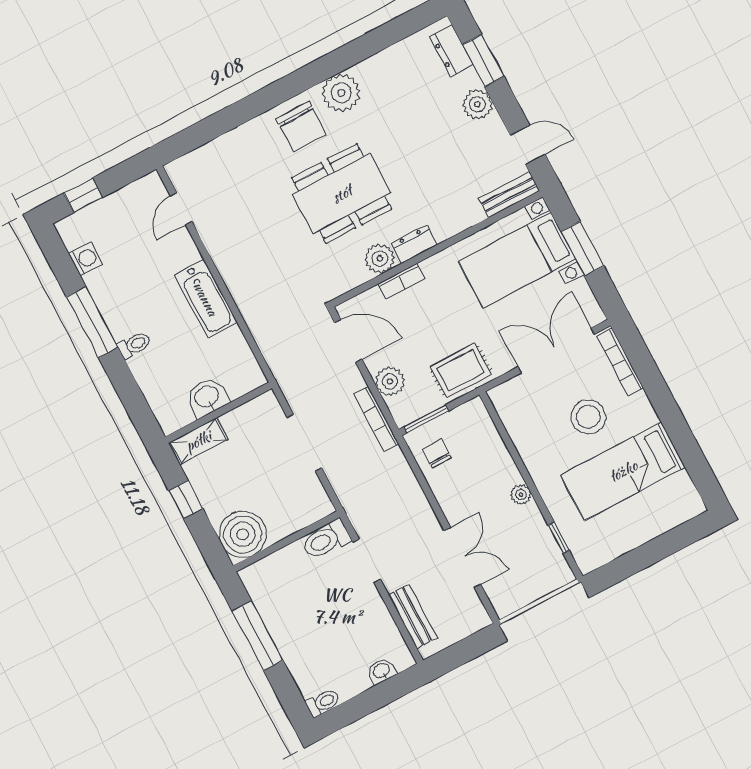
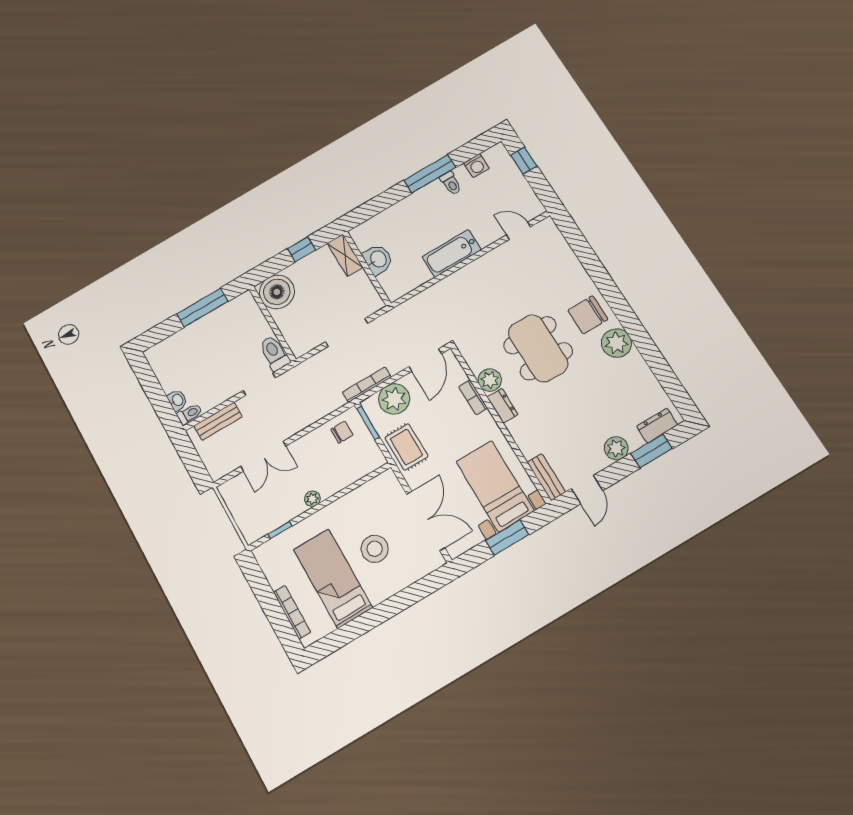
toilet: (134, 345) -> (451, 183), moved
bookcase: (620, 362) -> (292, 612), moved, turned 90
plant: (390, 381) -> (394, 399), width x1.36, depth x1.36
toilet: (323, 702) -> (190, 414), moved, turned -90

